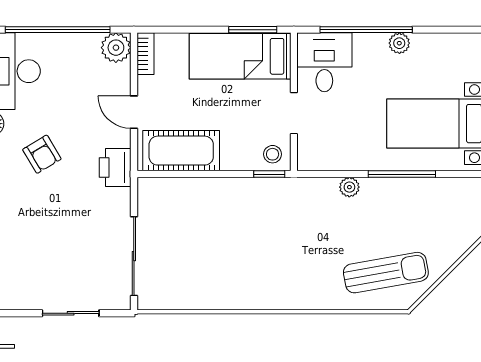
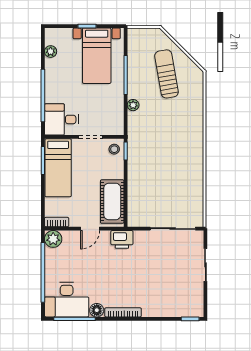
plant: (399, 43) -> (51, 52), moved
armchair: (42, 154) -> (114, 281), removed
sun lounger: (386, 273) -> (167, 74), moved

